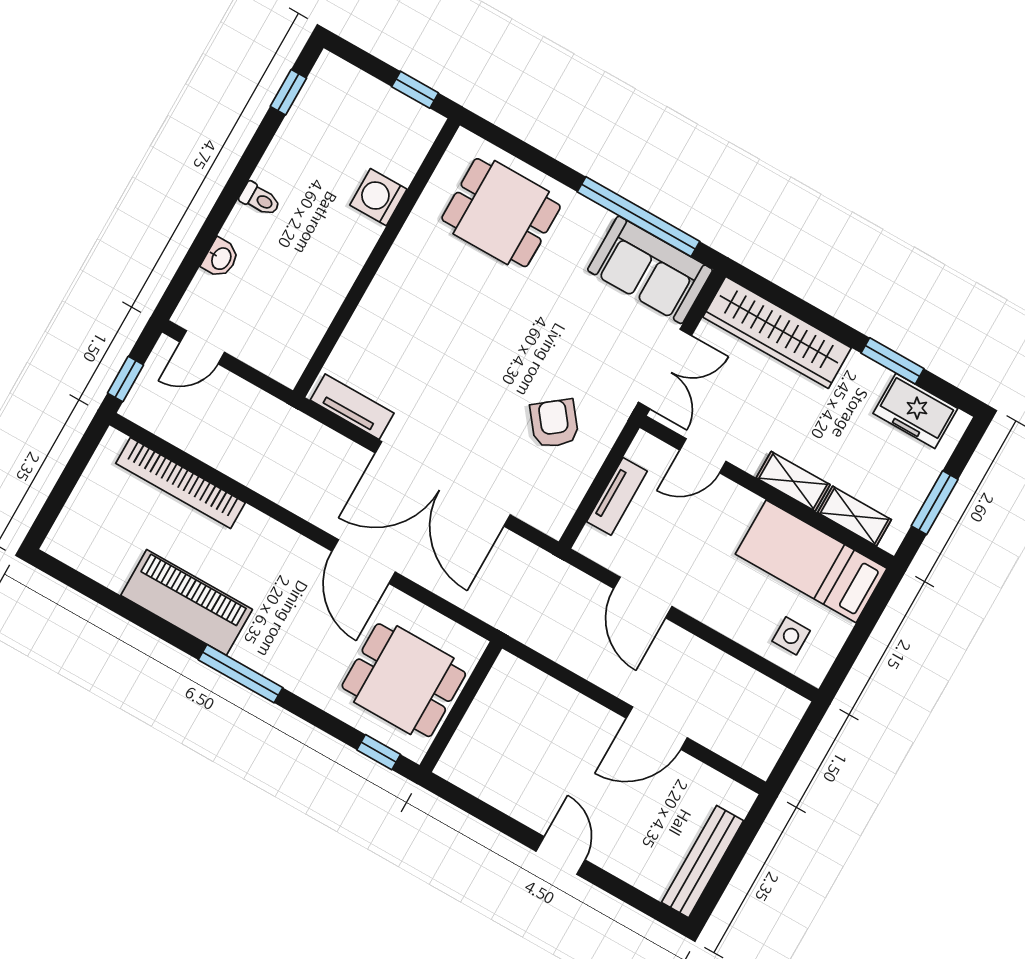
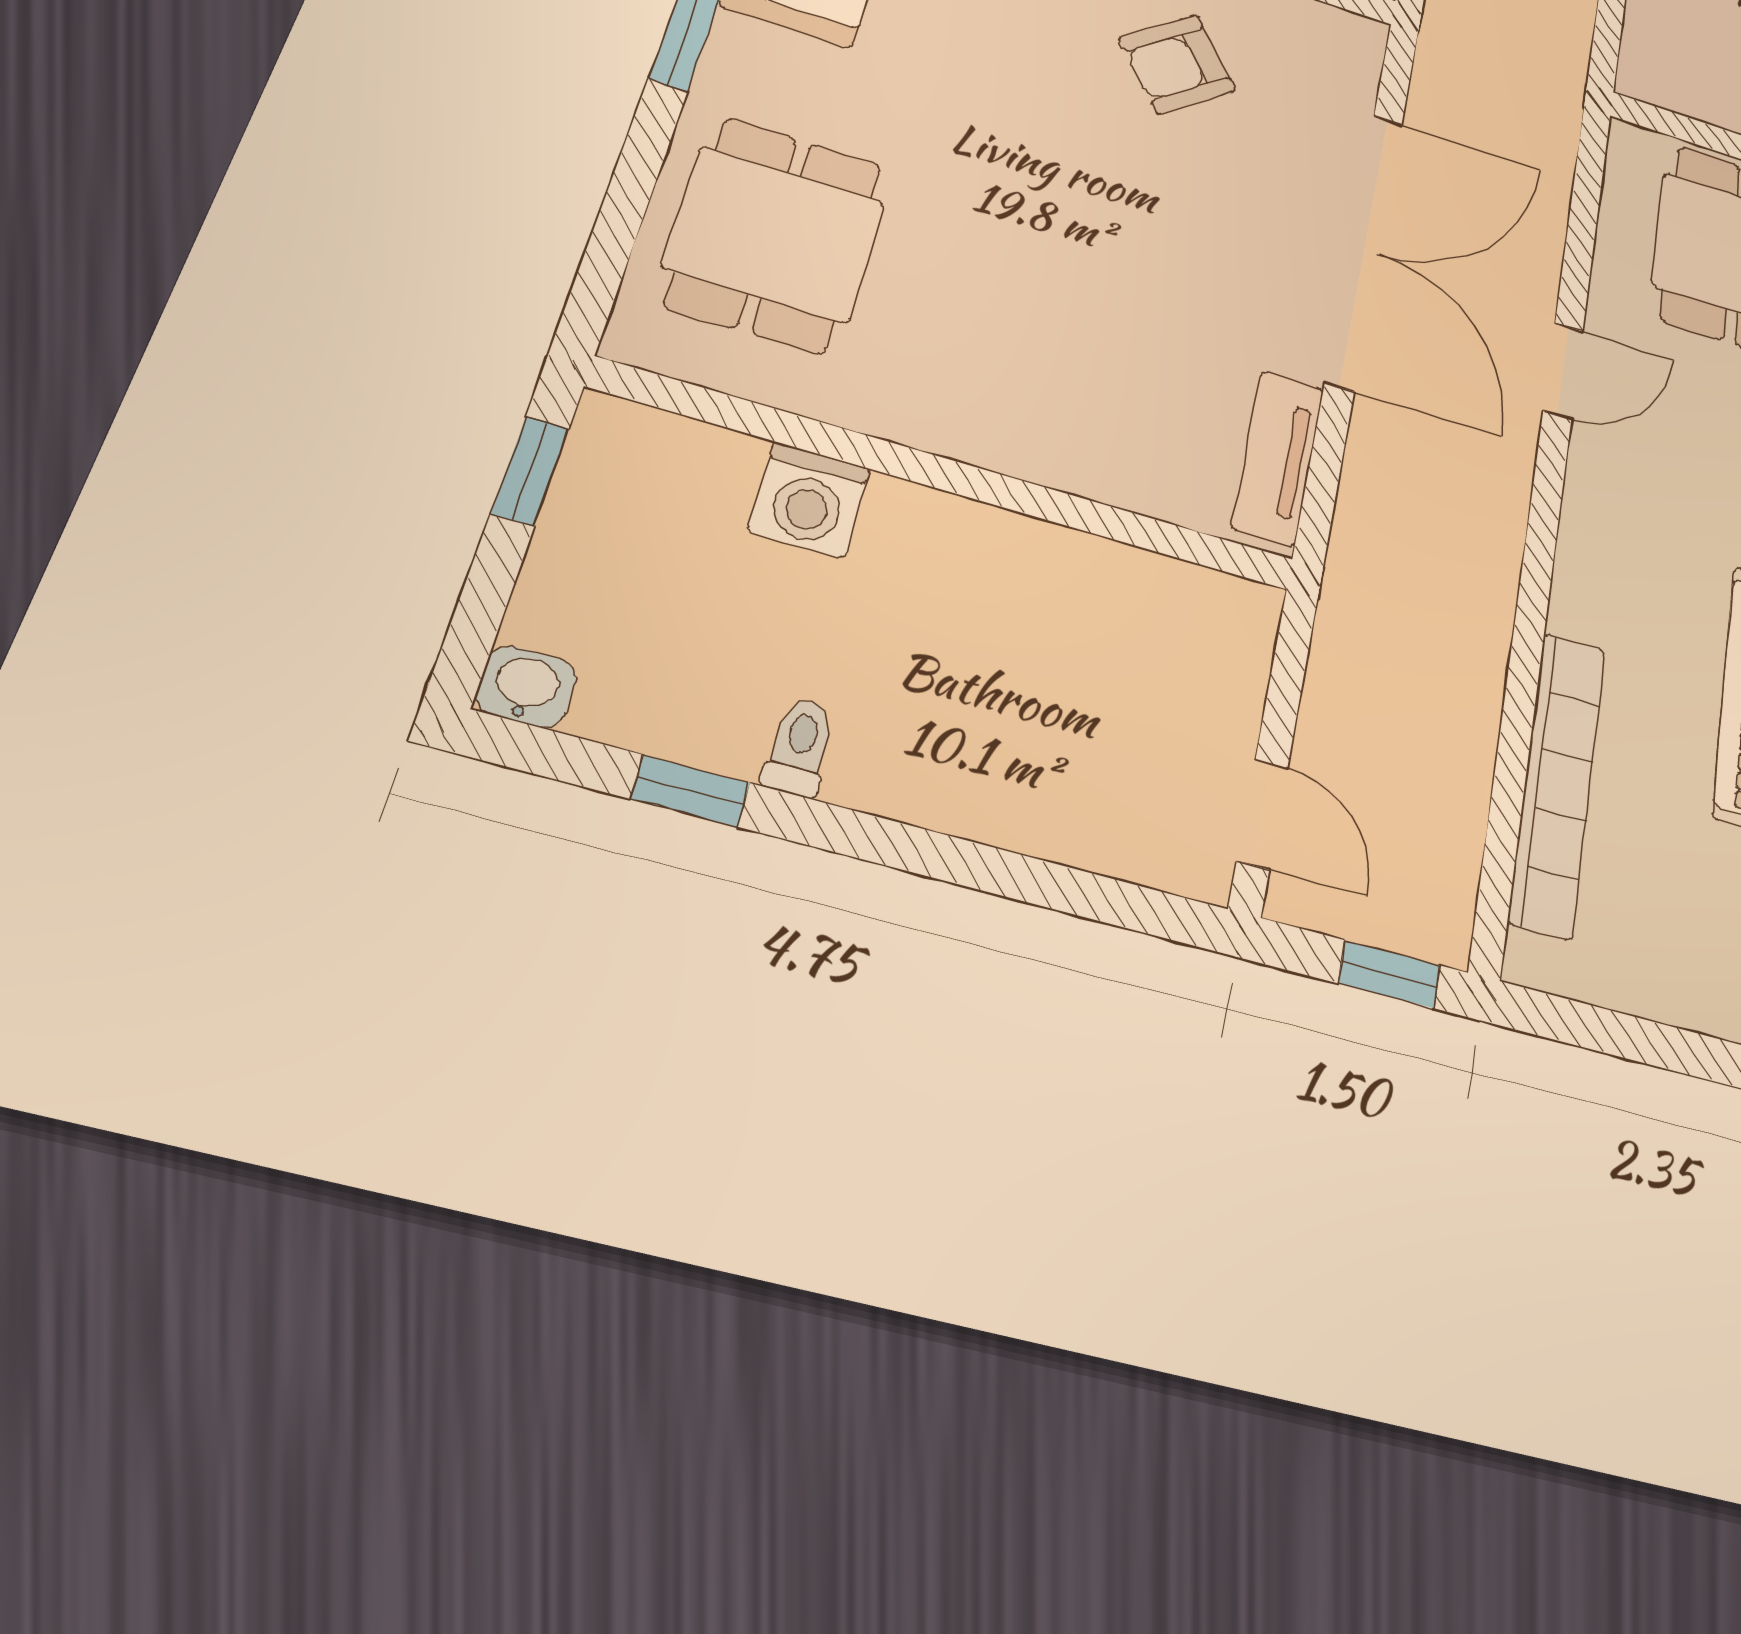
window: (288, 92) -> (691, 791), moved
toilet: (260, 199) -> (800, 747), moved
washbasin: (221, 258) -> (526, 687), moved
door: (364, 562) -> (1563, 371), width x0.73

